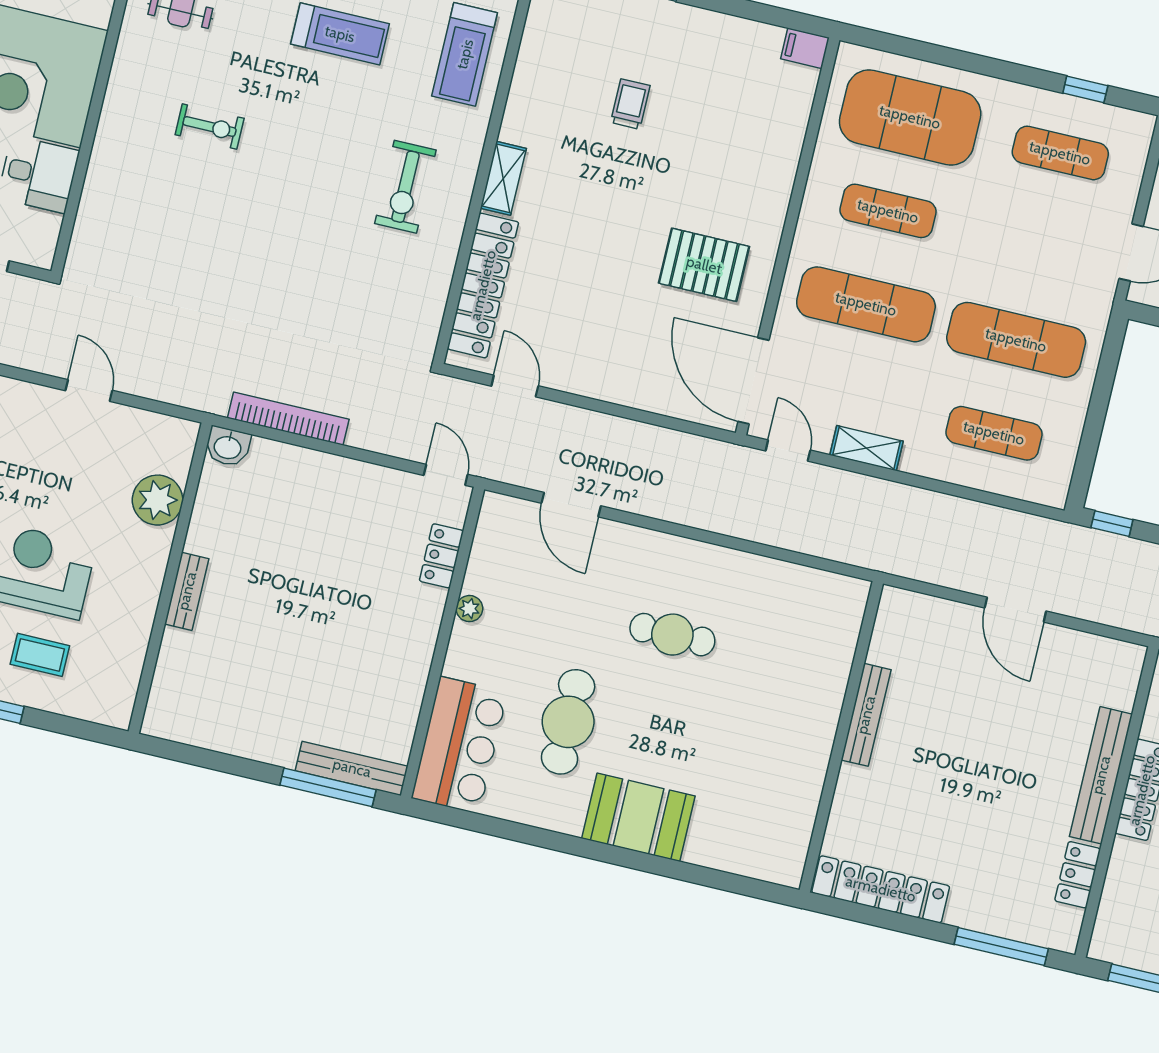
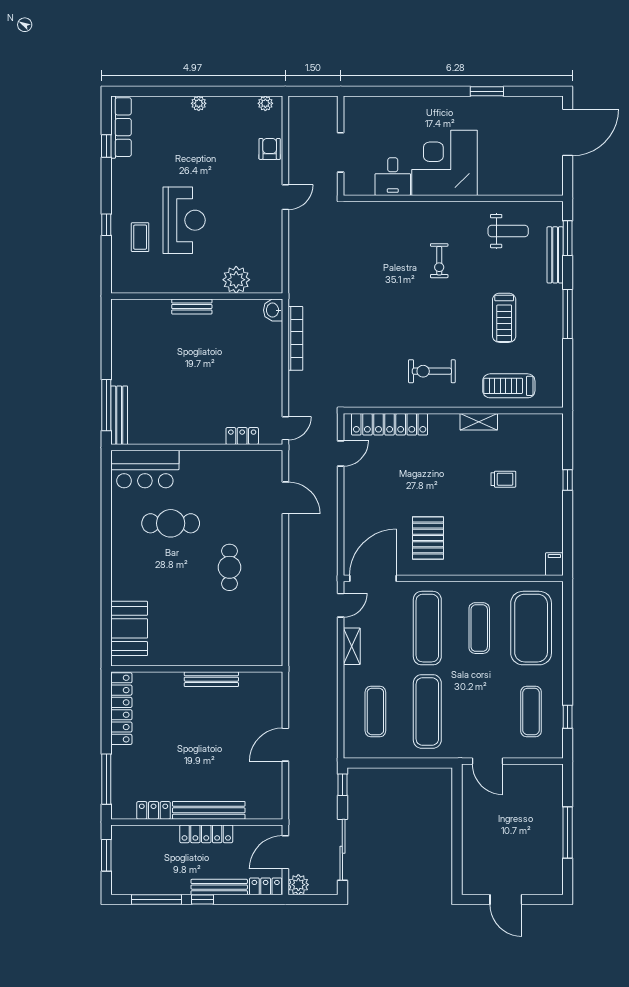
shelving: (503, 178) -> (479, 422), moved
door: (89, 391) -> (285, 197), moved
door: (571, 505) -> (285, 498), swing flipped
plant: (469, 609) -> (218, 457), removed
booth: (638, 817) -> (129, 628), moved

